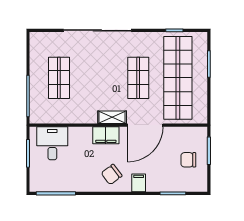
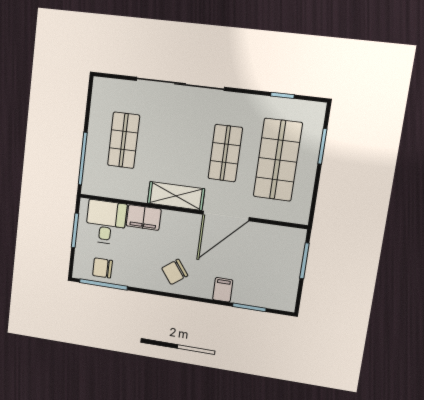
shop shelf: (178, 78) -> (278, 160), width x0.71
shelving: (112, 117) -> (176, 196), width x1.50, depth x1.33
filing cabinet: (106, 135) -> (144, 217), moved
chair: (188, 160) -> (102, 268), moved
filing cabinet: (139, 183) -> (223, 290), moved

